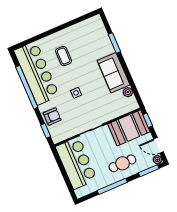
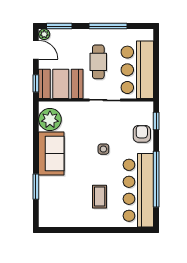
plant: (128, 92) -> (50, 119), width x1.87, depth x1.87
armchair: (52, 117) -> (142, 134), turned 90
cafe table: (122, 163) -> (98, 62), moved, turned 90

